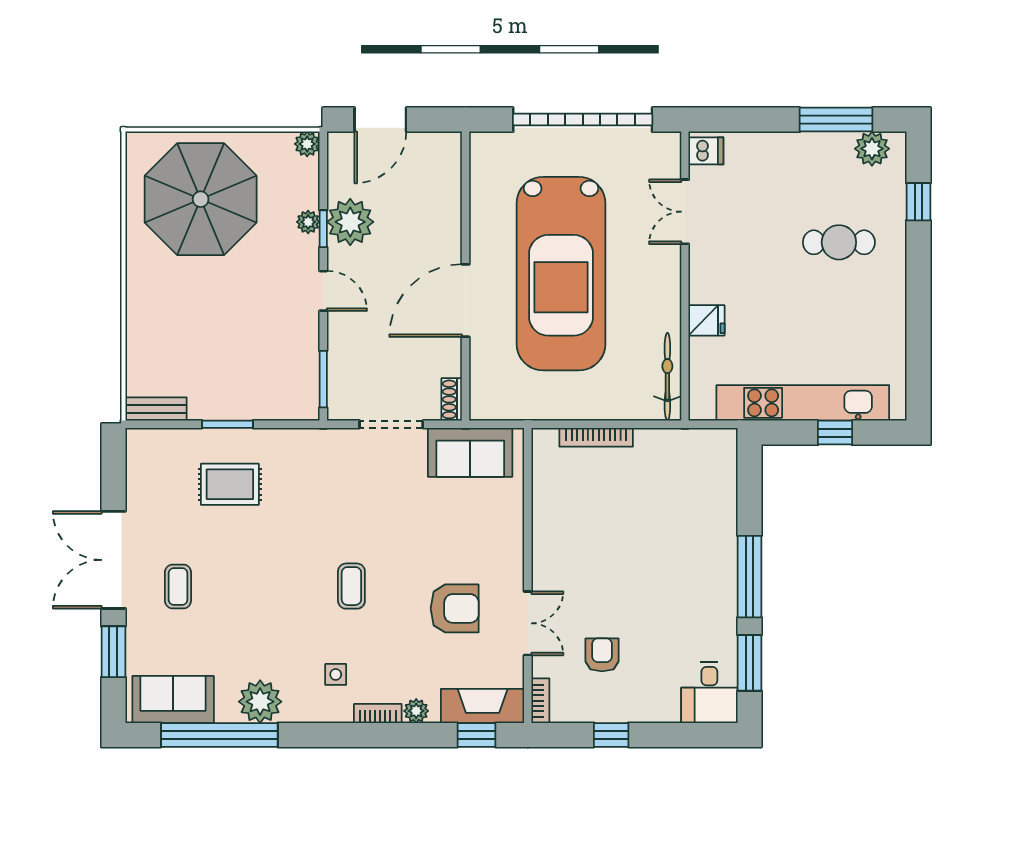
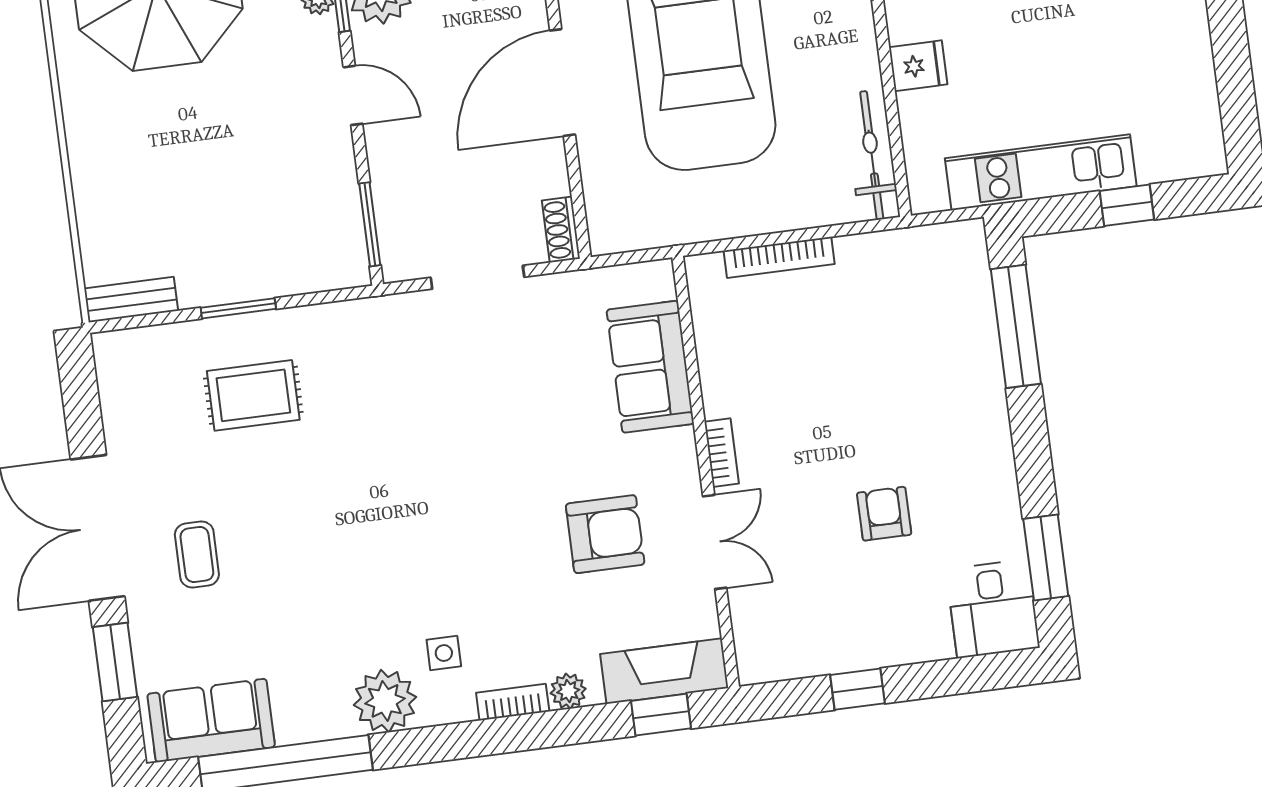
kitchen unit: (803, 403) -> (1041, 172), width x0.73
sofa: (470, 452) -> (650, 367), moved, turned 90
window: (750, 577) -> (1016, 326), moved
coffee table: (351, 586) -> (450, 521), removed
armchair: (602, 655) -> (884, 514), moved
bookcase: (540, 701) -> (722, 453), moved
plant: (260, 702) -> (385, 701), moved

